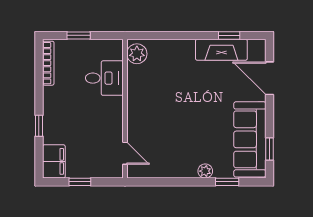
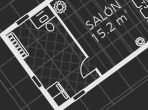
desk: (104, 78) -> (45, 21), moved, turned -90
door: (125, 153) -> (92, 63), swing flipped

